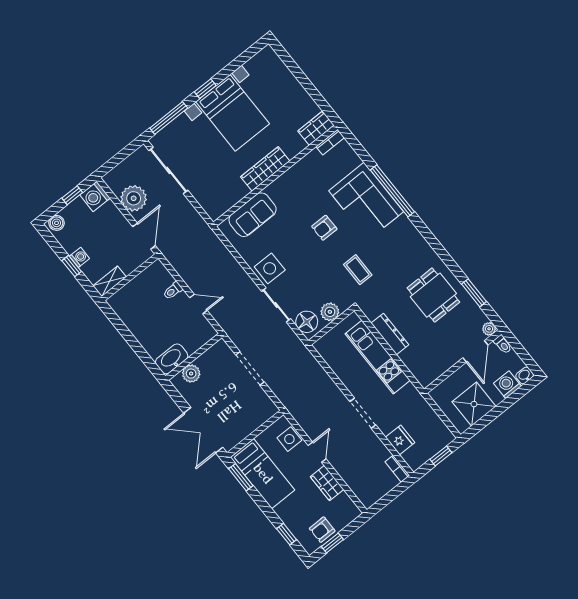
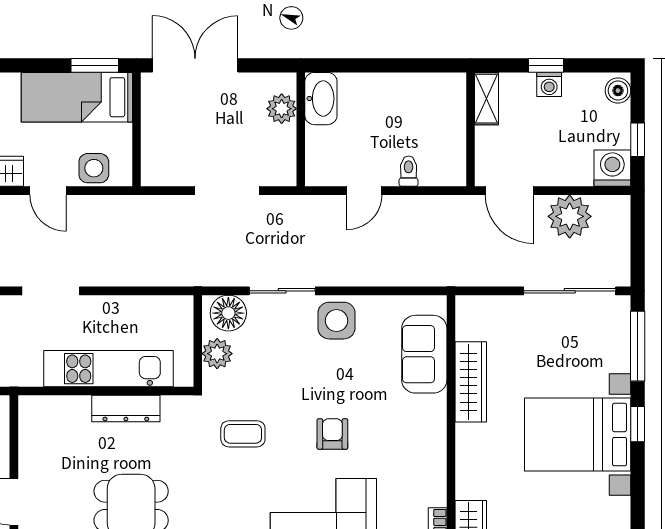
wardrobe: (265, 169) -> (471, 382), moved

